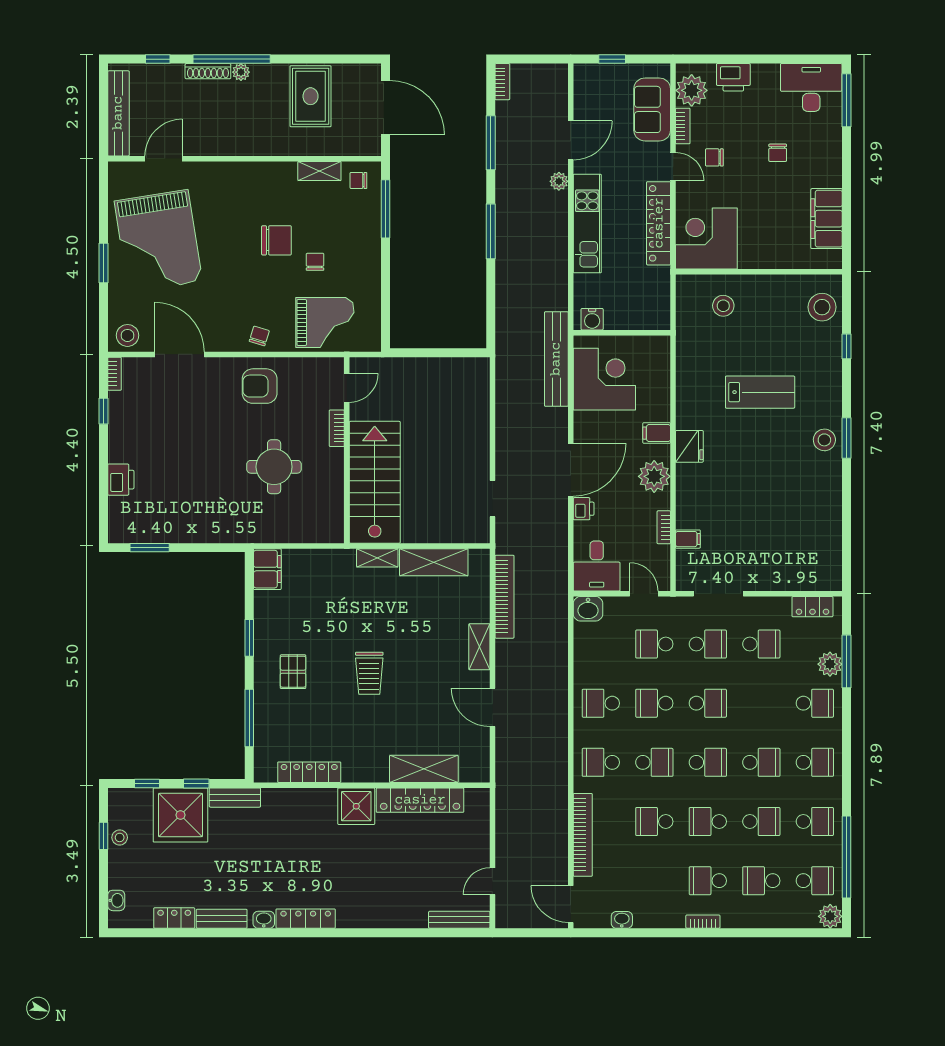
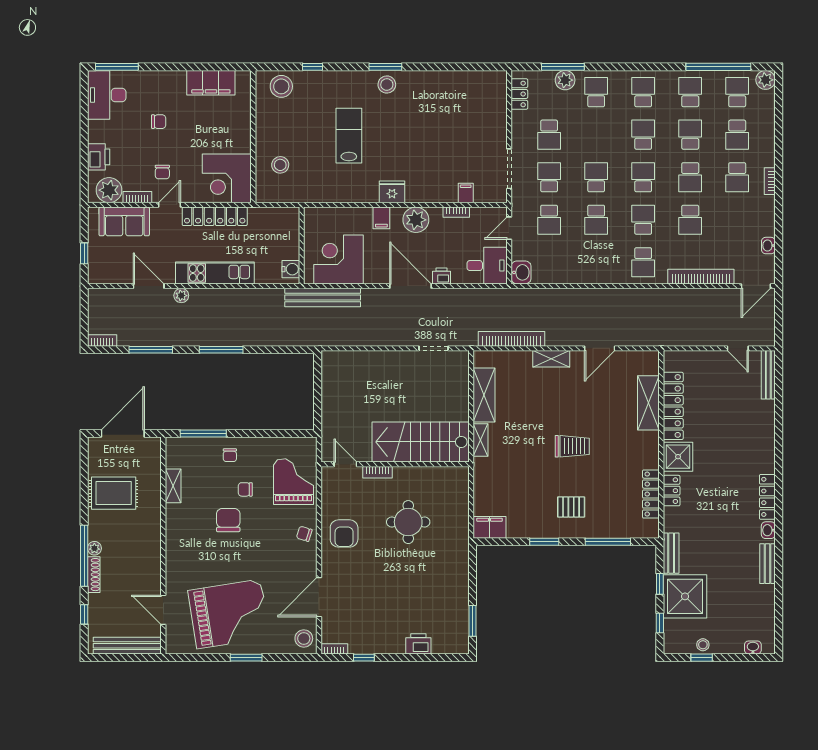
chair: (358, 180) -> (230, 455), moved
school desk: (761, 644) -> (549, 135), turned 180
school desk: (601, 703) -> (596, 262), removed
locker: (174, 918) -> (672, 491), moved, turned 180

